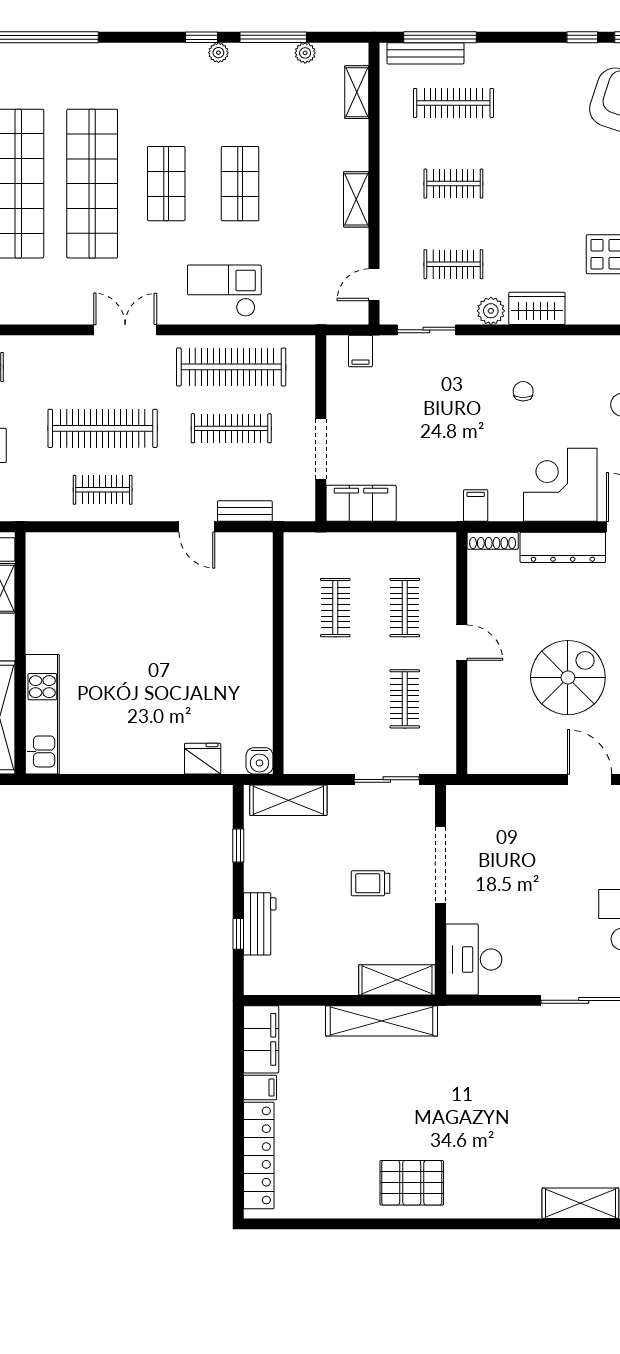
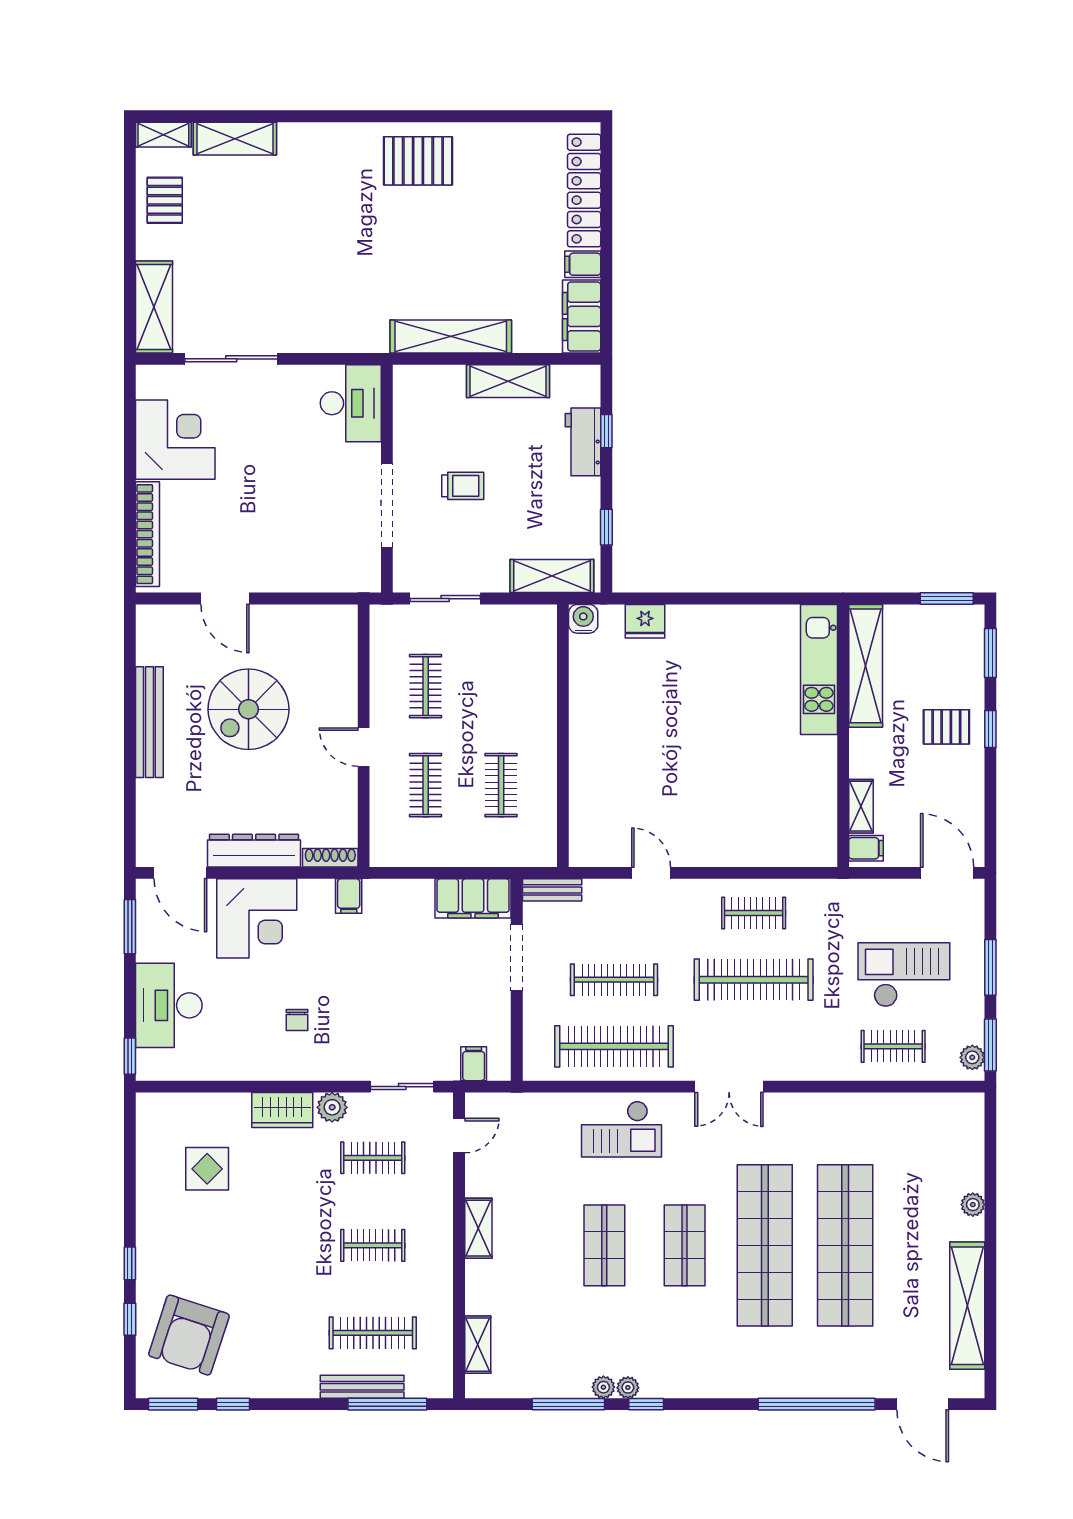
plant: (305, 53) -> (603, 1387), moved
bench: (425, 53) -> (362, 1387), moved
bench: (245, 511) -> (552, 890), moved
shelving: (397, 980) -> (508, 381), moved

